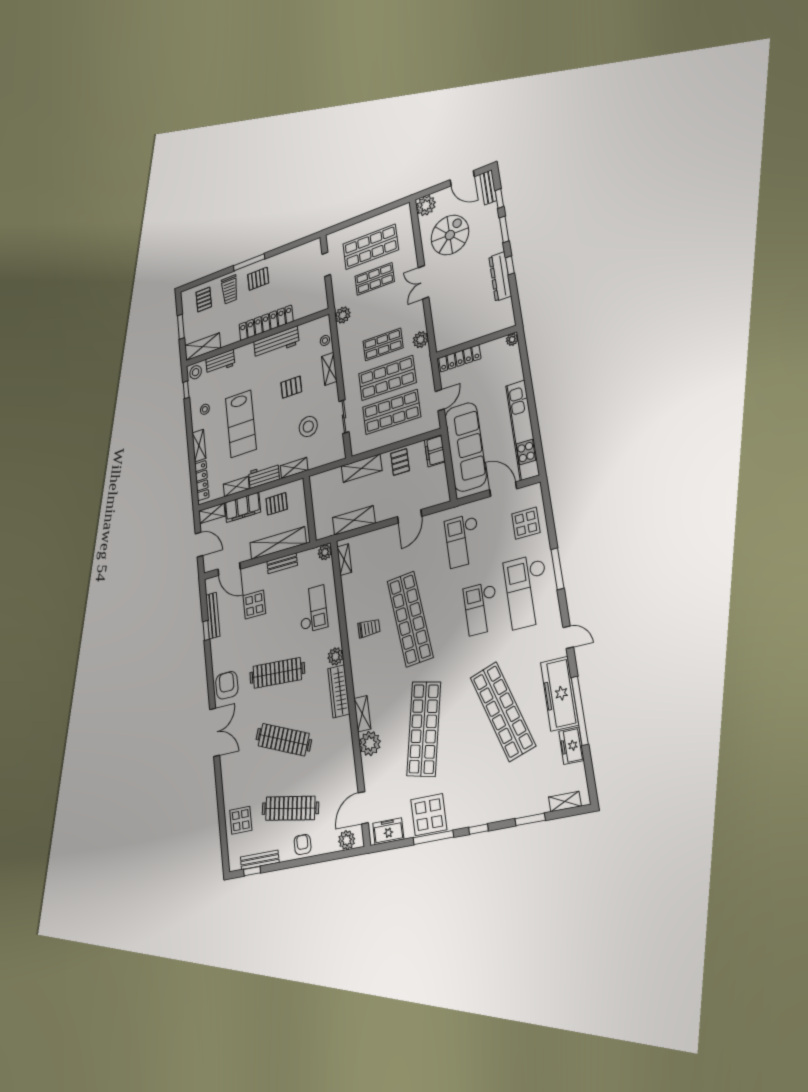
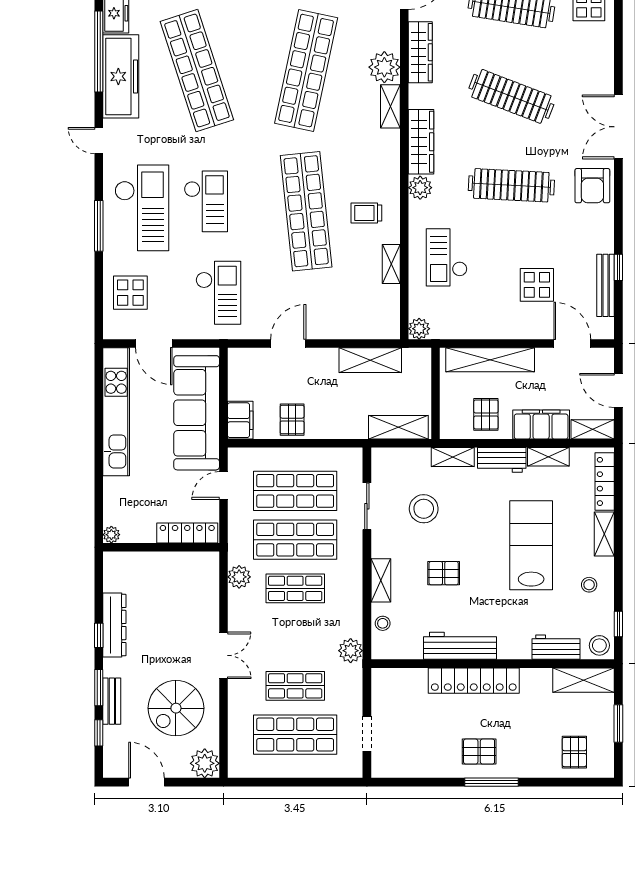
bench: (488, 187) -> (112, 701), moved
trolley: (230, 289) -> (529, 752), removed
shelving: (362, 468) -> (398, 427), moved
pallet: (277, 504) -> (486, 414), turned 90
shelving: (344, 560) -> (391, 264), moved
bench: (282, 563) -> (487, 330), removed
wardrobe: (347, 760) -> (420, 52), added

